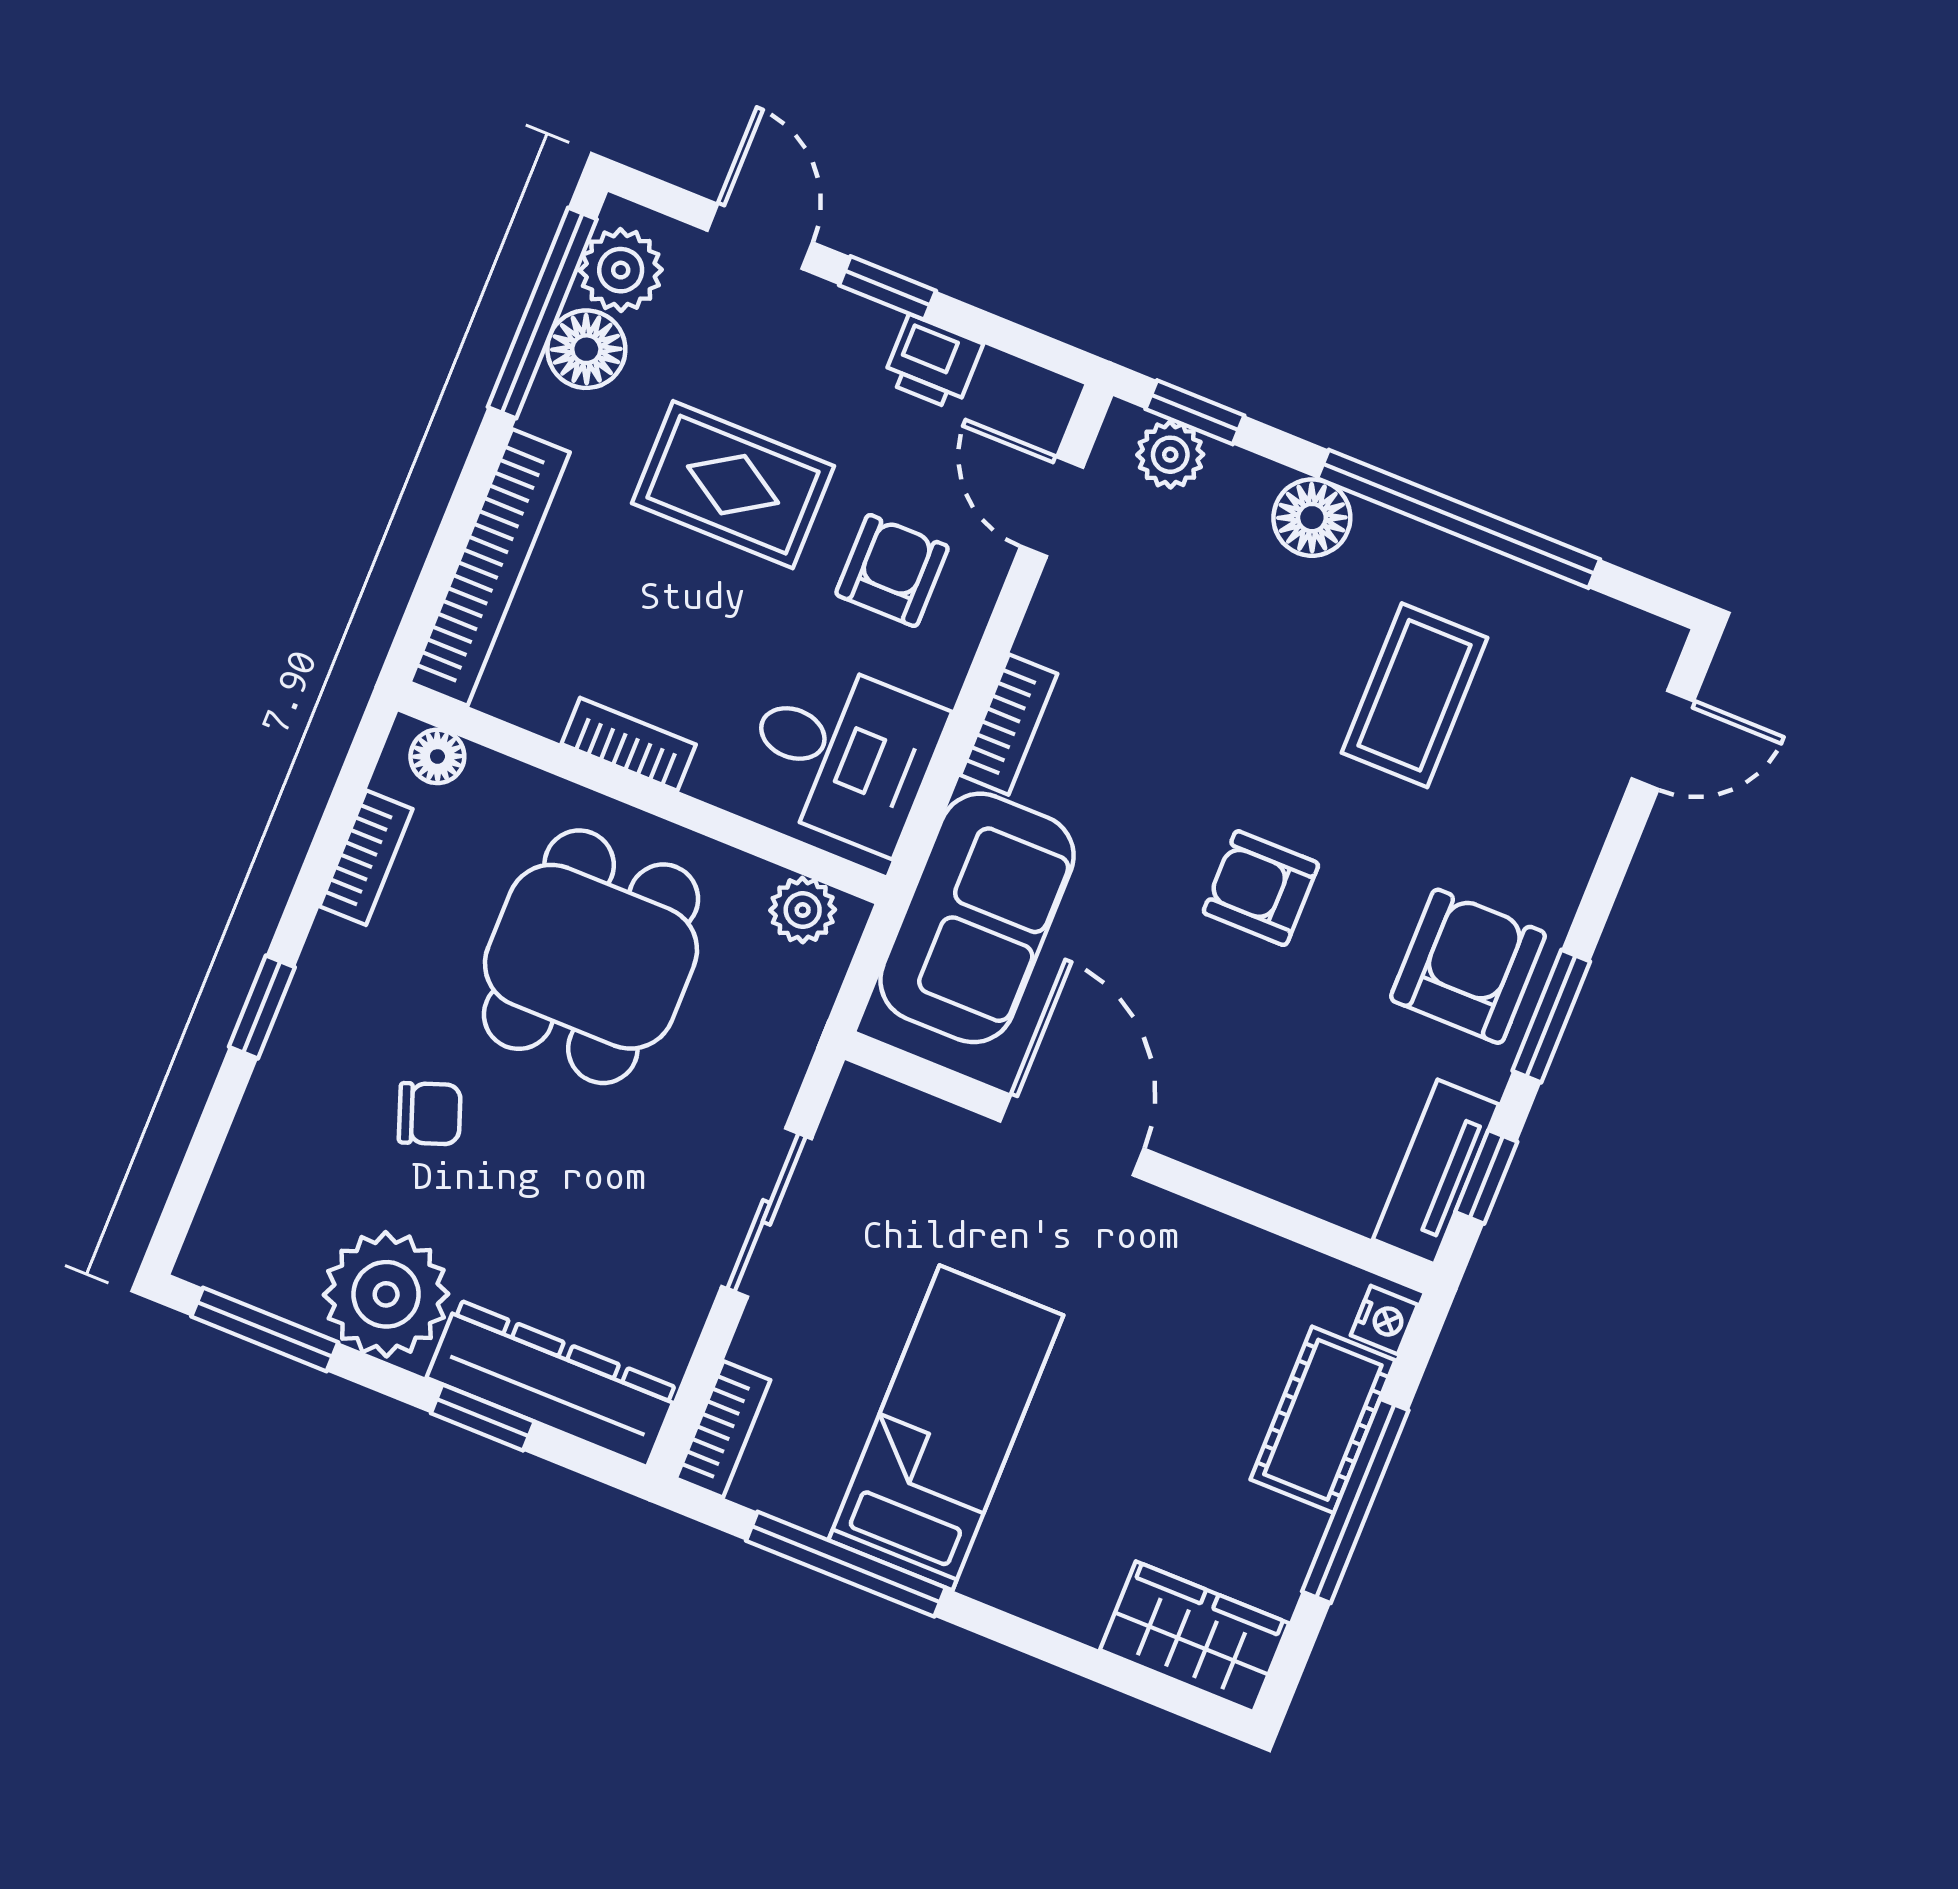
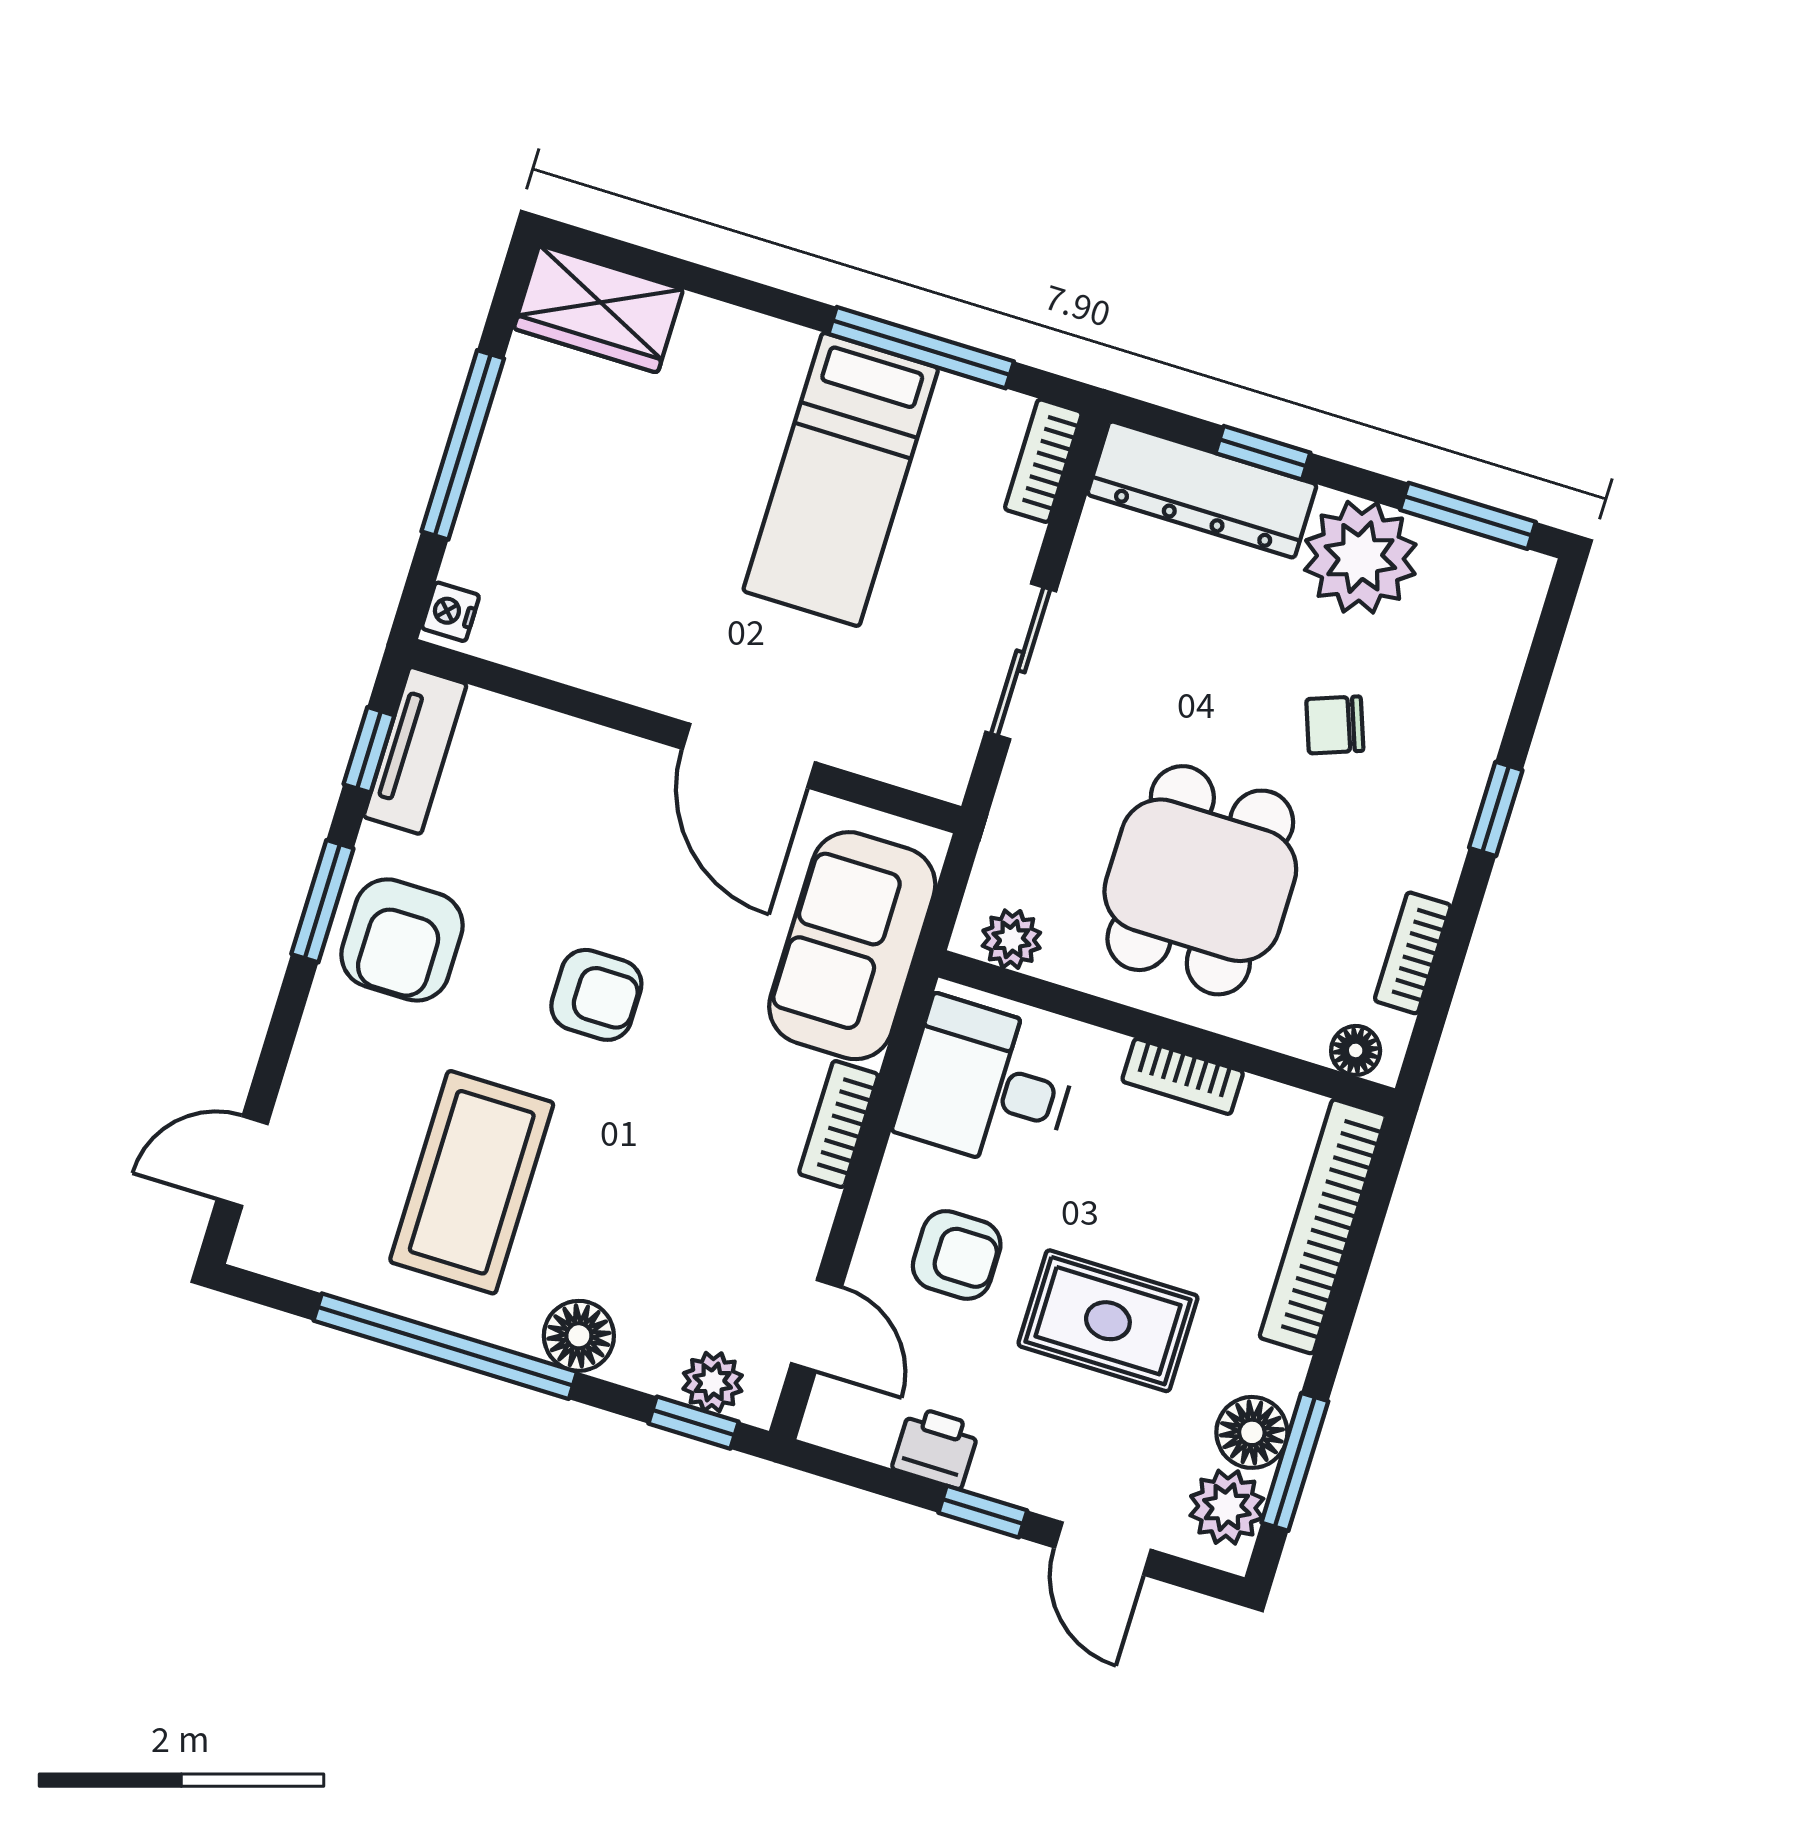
window: (542, 313) -> (1295, 1462), width x0.69
armchair: (892, 571) -> (957, 1255), turned -90
coffee table: (1415, 695) -> (472, 1182), width x1.36, depth x1.32
cot: (1323, 1420) -> (499, 516), removed

